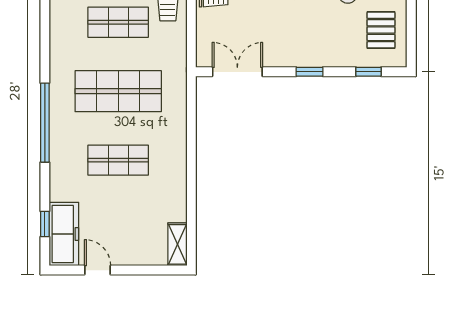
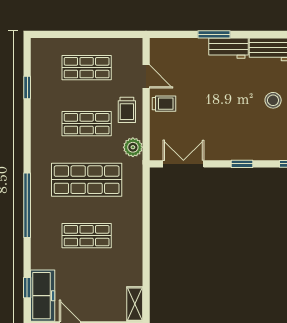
plant: (175, 51) -> (133, 147), added

